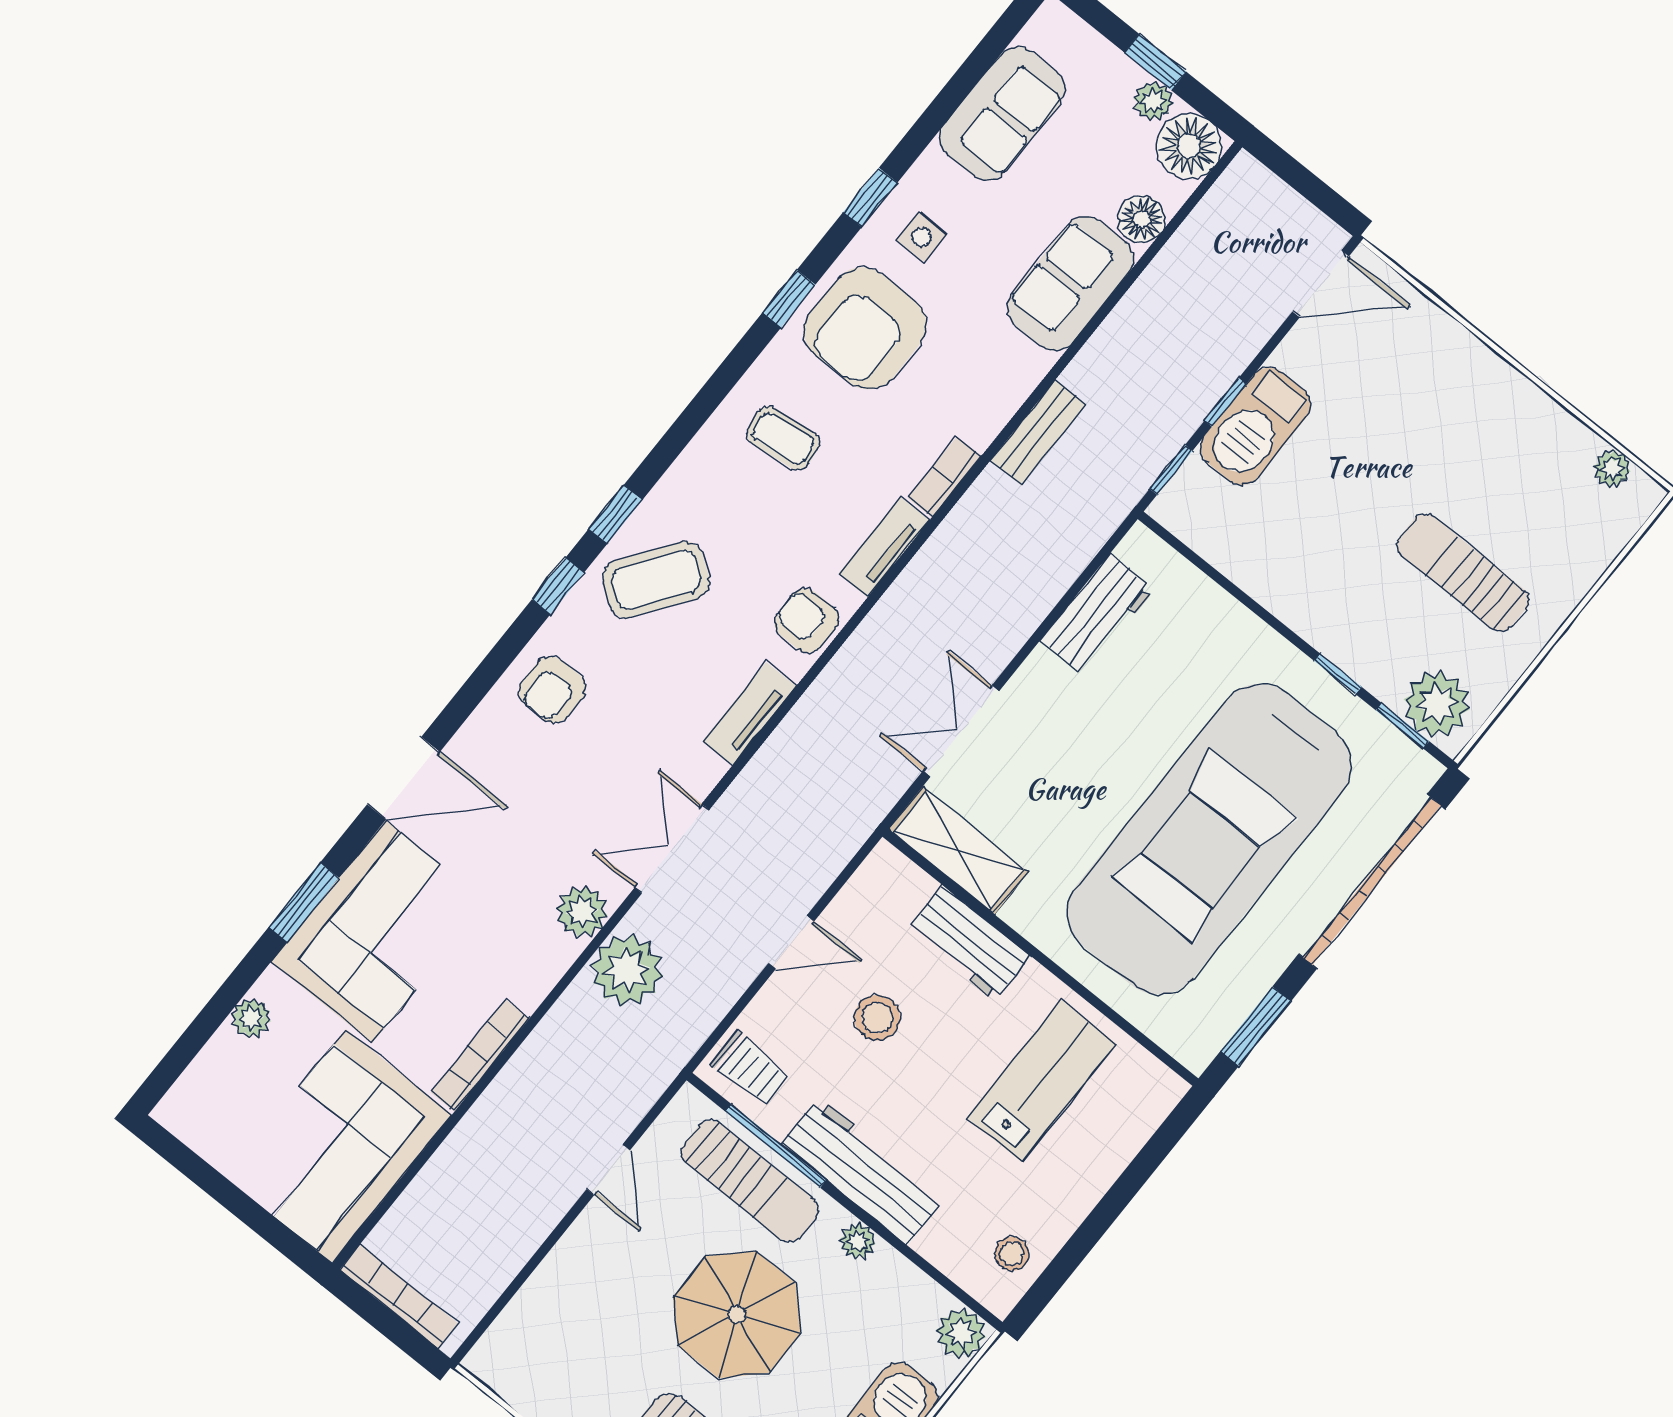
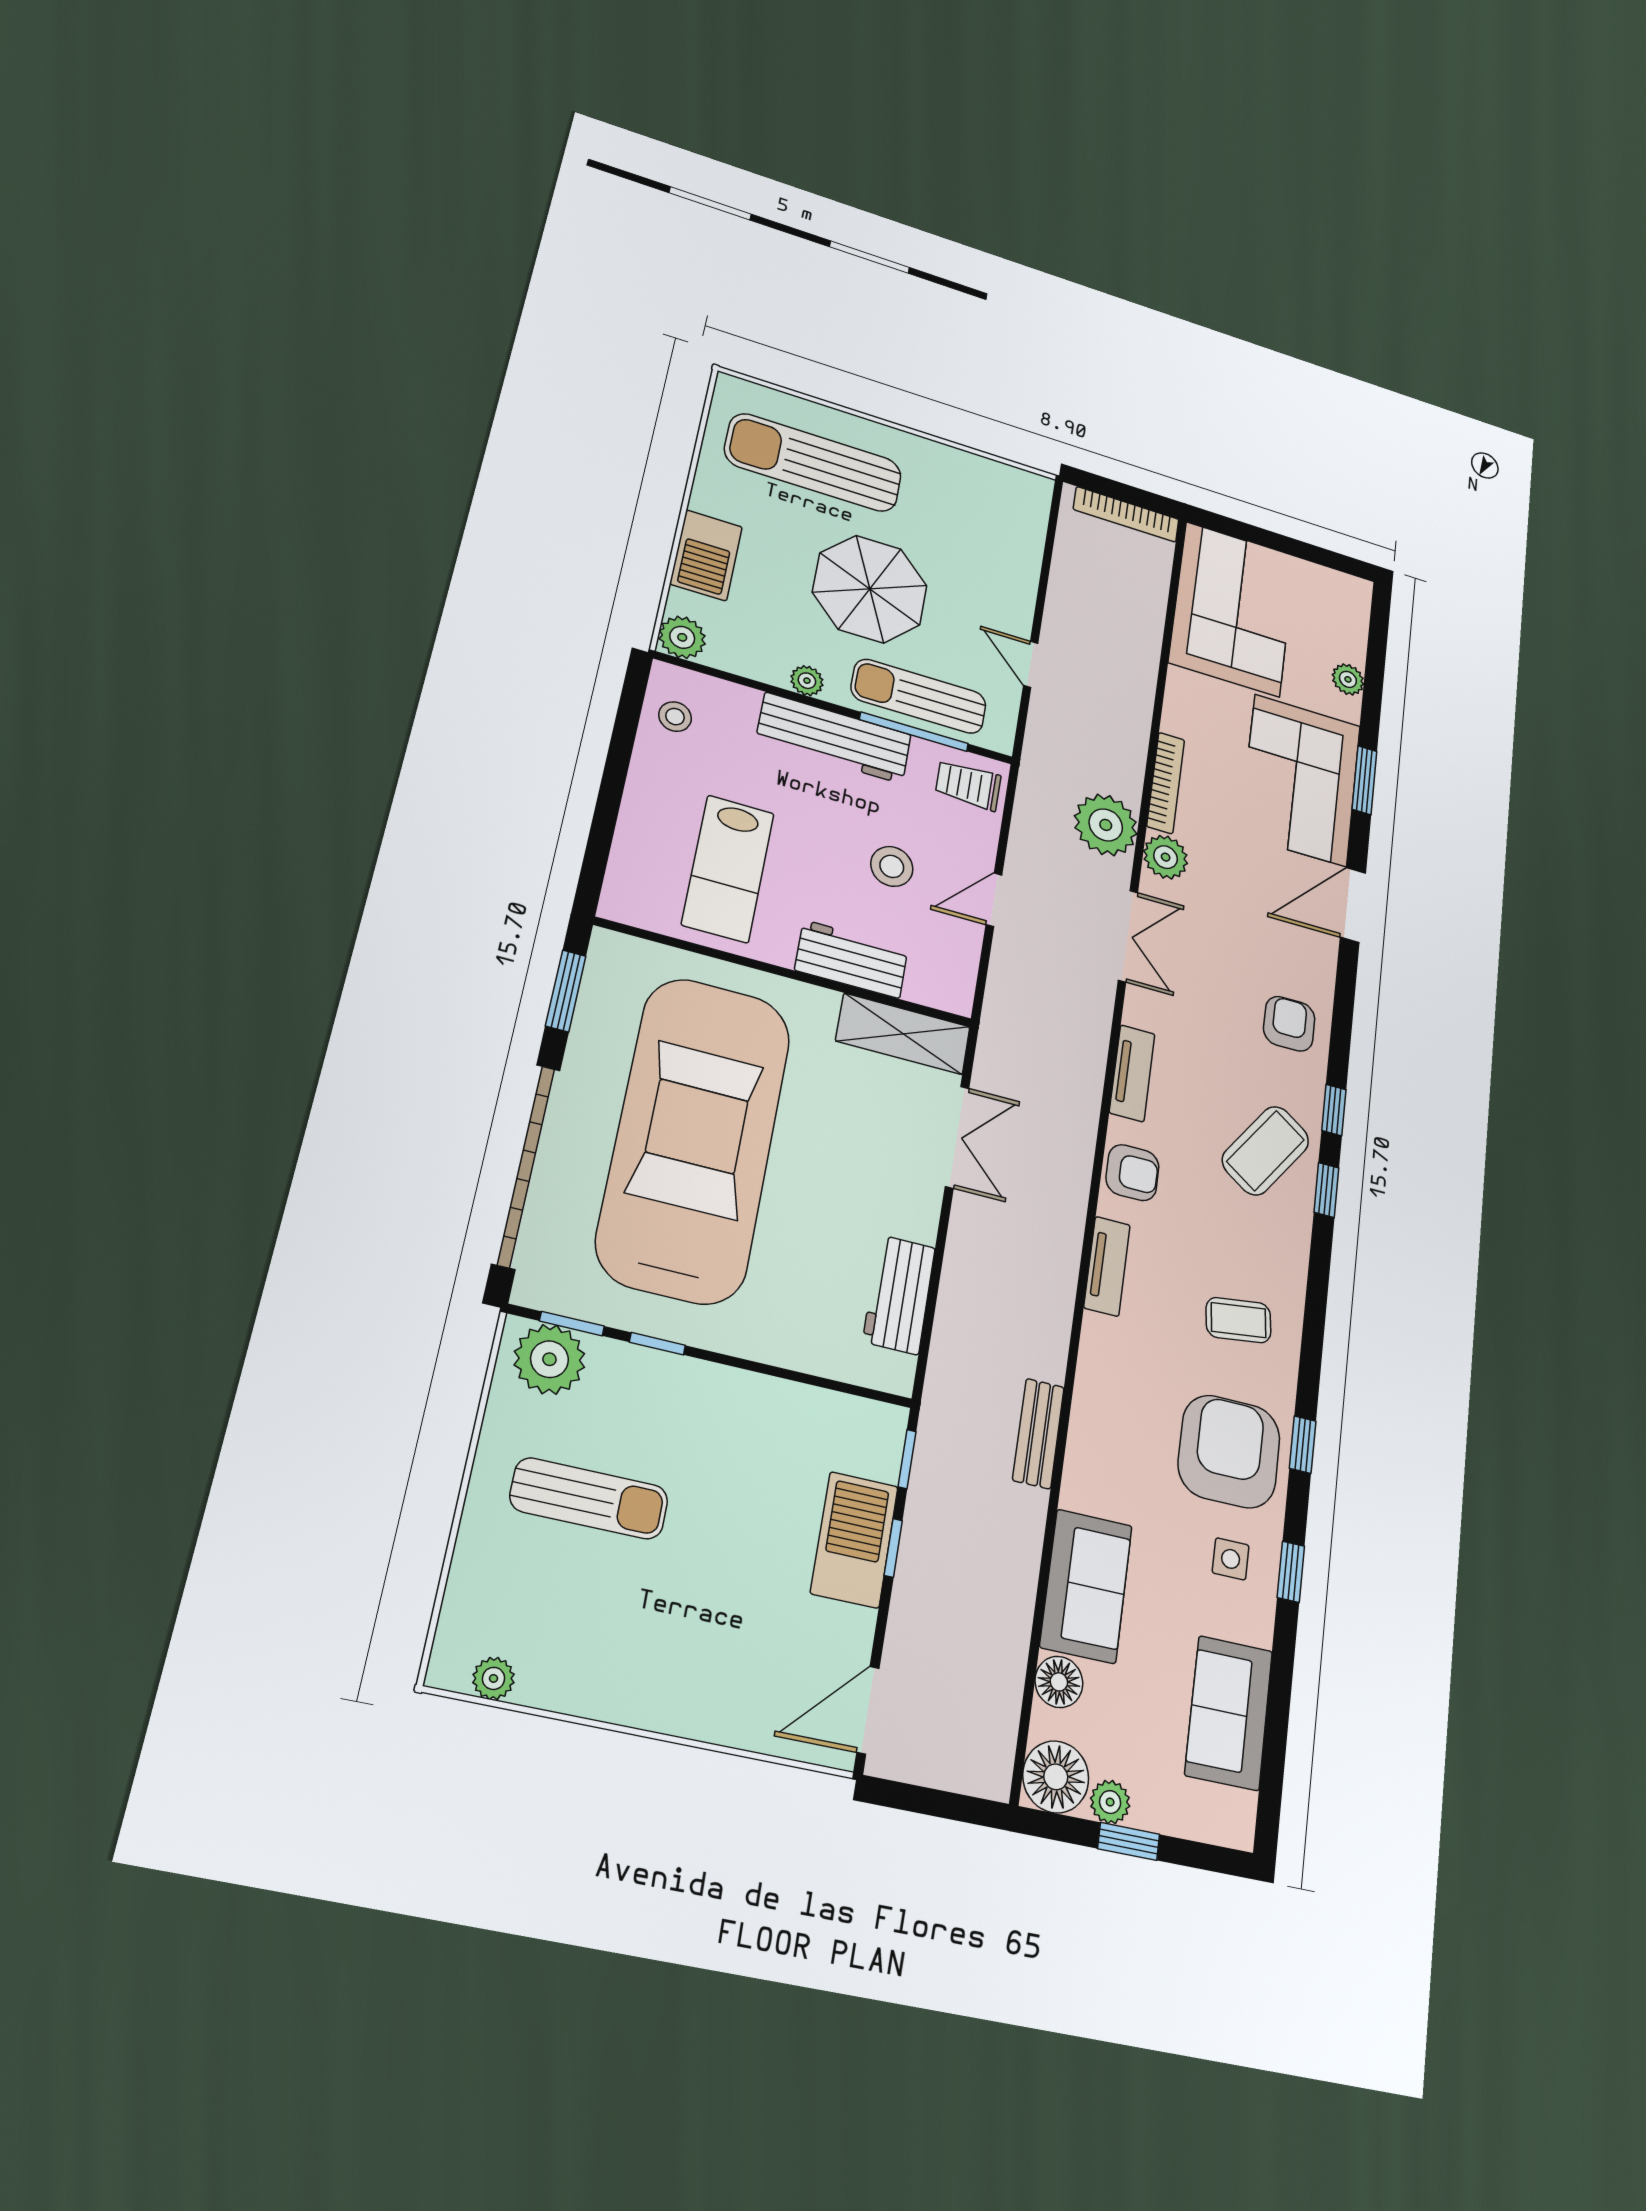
bookcase: (945, 477) -> (1093, 1353), removed
bookcase: (480, 1055) -> (1166, 783), moved

